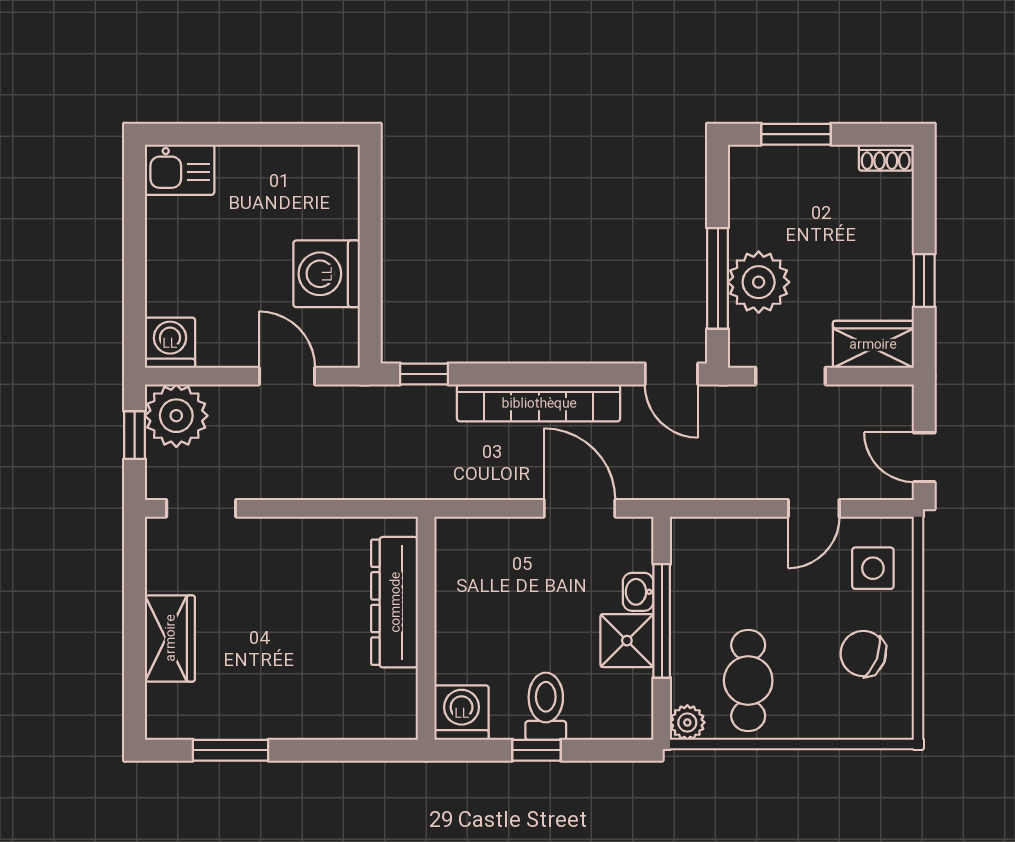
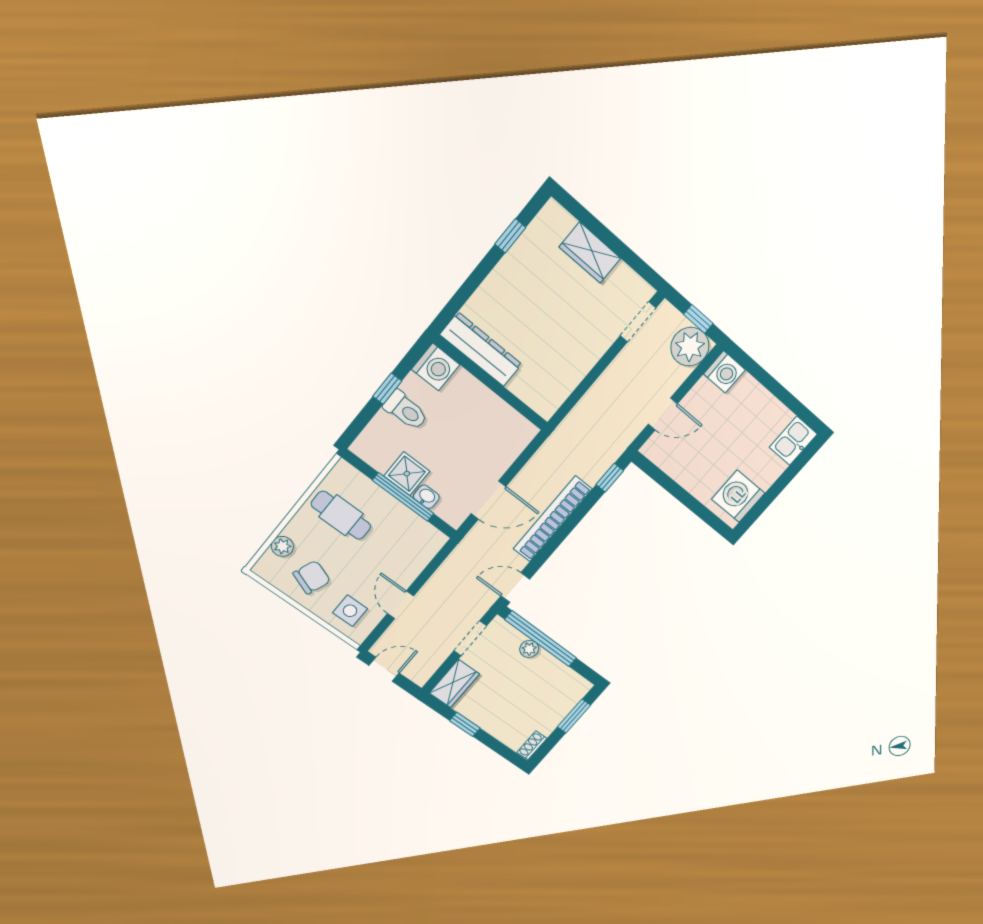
washing machine: (327, 274) -> (738, 496), moved, turned -90
window: (718, 278) -> (541, 639), width x1.46
plant: (759, 282) -> (529, 649), width x0.53, depth x0.53
dresser: (395, 602) -> (481, 349), moved
plant: (687, 722) -> (282, 546), moved
window: (231, 750) -> (510, 236), width x0.67

